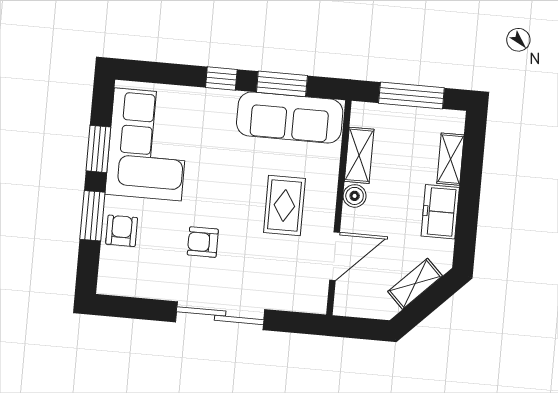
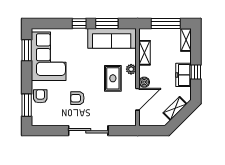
window: (98, 149) -> (27, 50), moved
shelving: (450, 159) -> (186, 40), moved
plant: (326, 189) -> (131, 69), added
boiler: (355, 196) -> (144, 82), moved
window: (468, 208) -> (196, 72), added
window: (92, 216) -> (27, 105), moved

